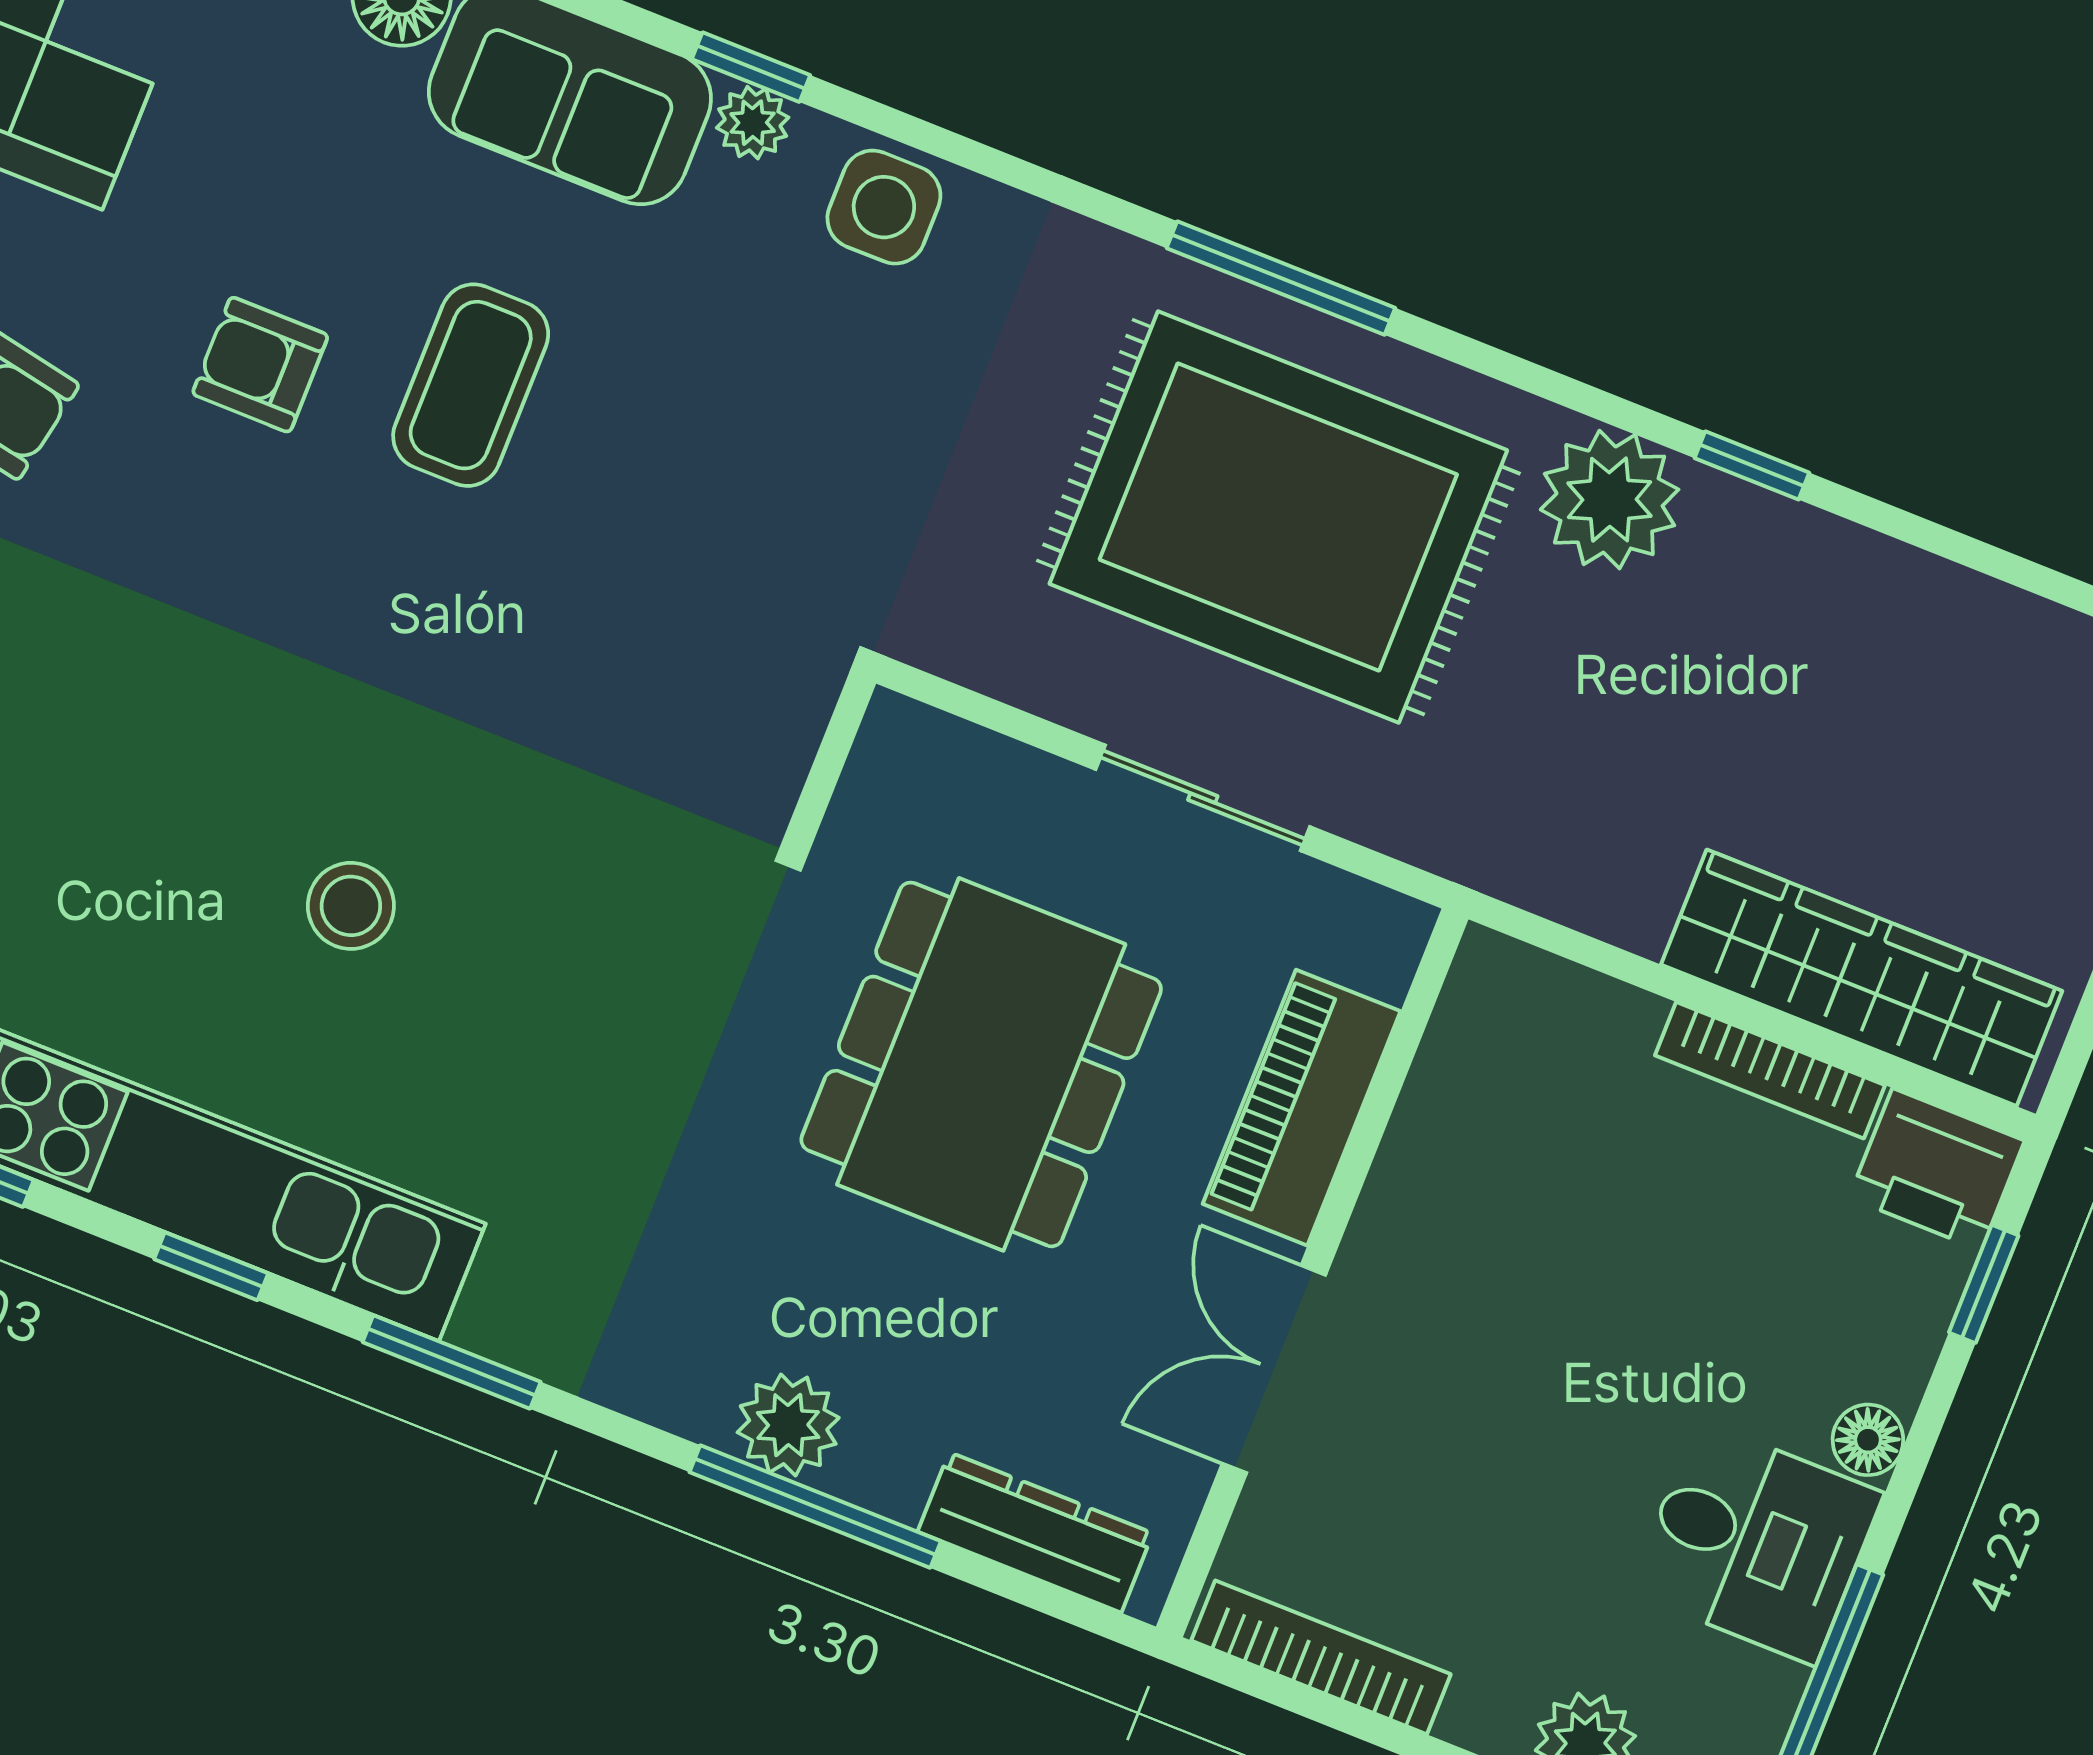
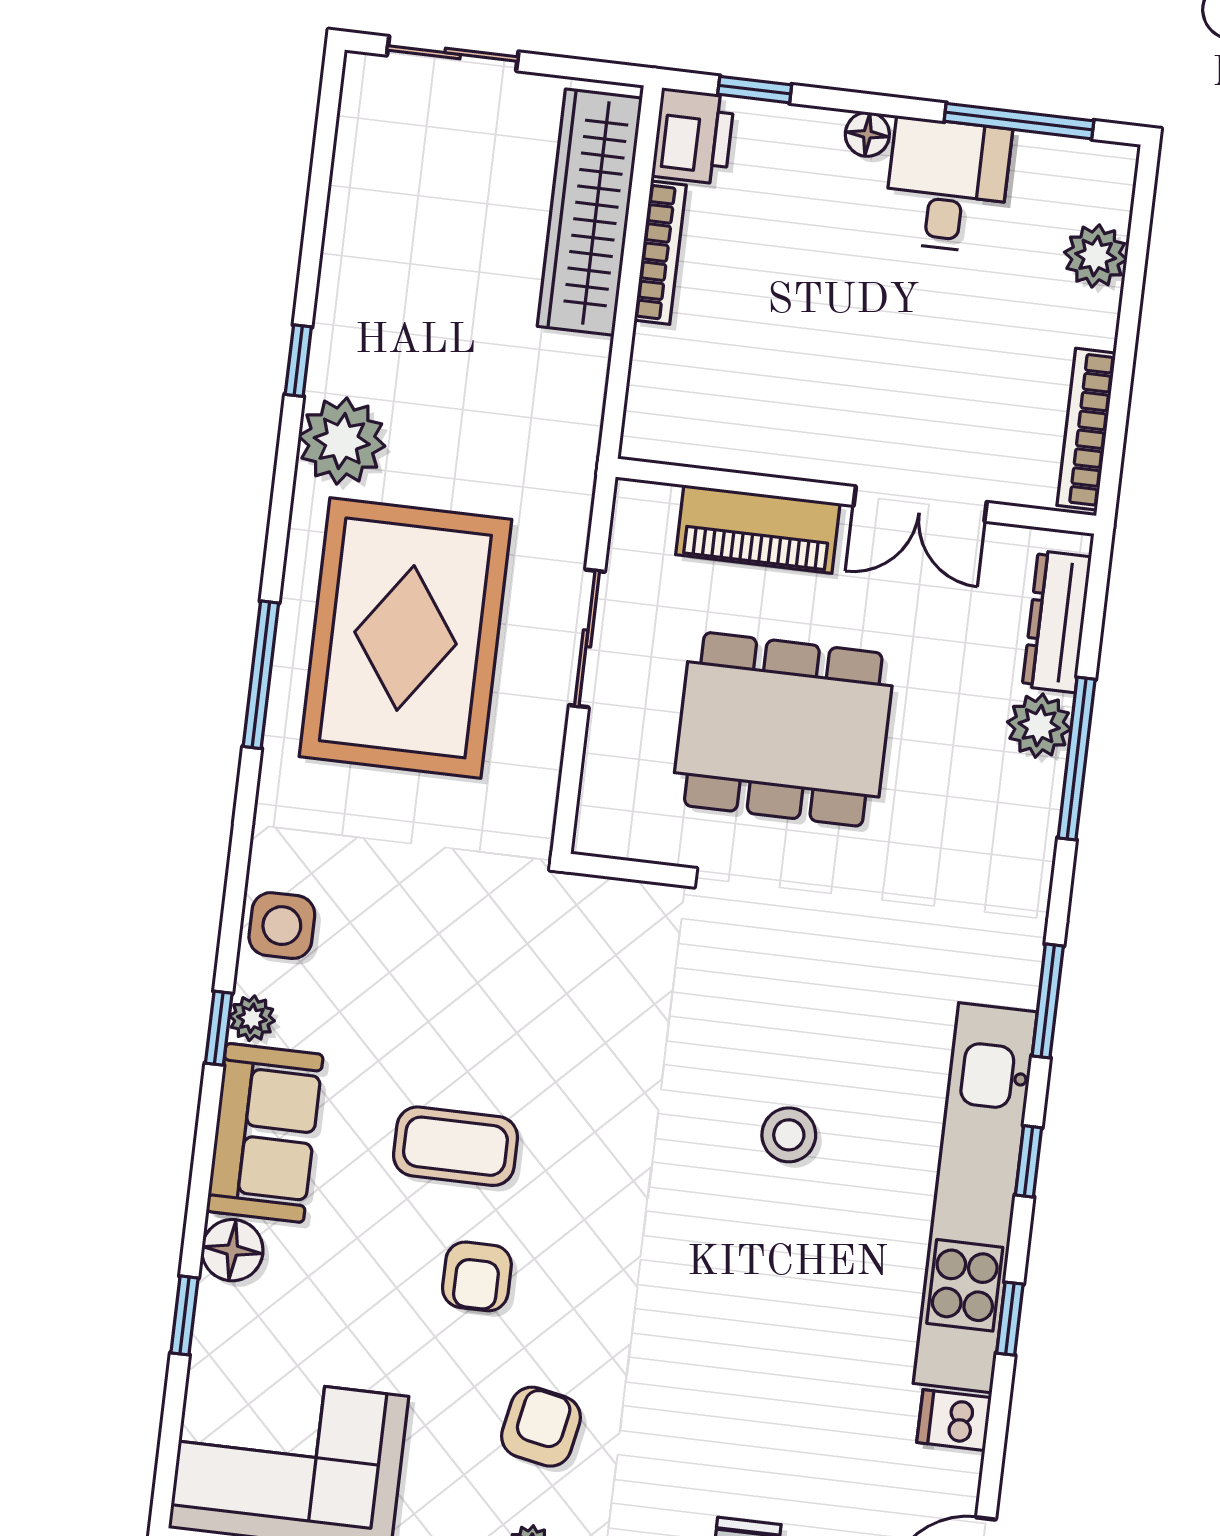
plant: (788, 1425) -> (1039, 726), moved

